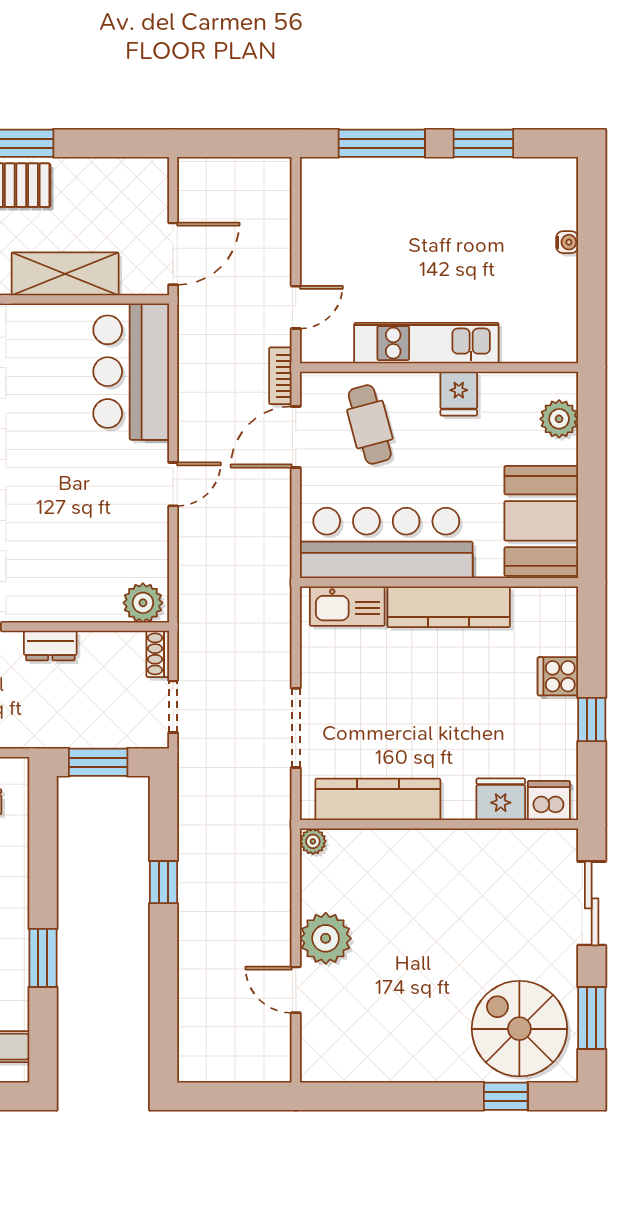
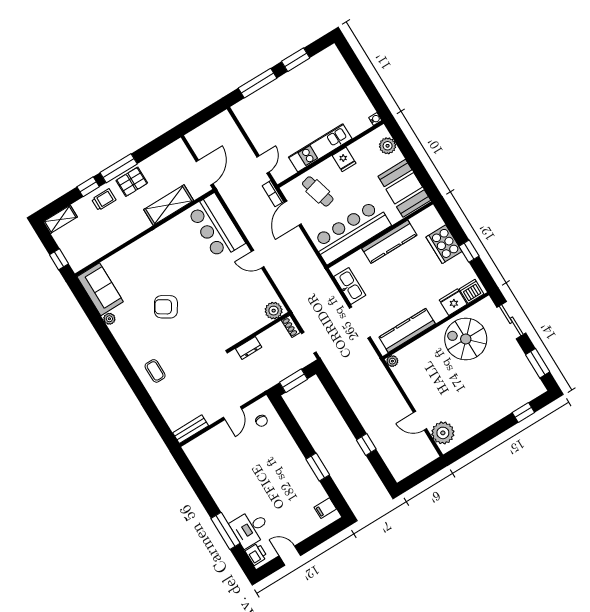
water cooler: (567, 242) -> (375, 119), moved
door: (173, 484) -> (258, 259), swing flipped
kitchen sink: (347, 606) -> (350, 286), moved, turned -90
cooker: (558, 676) -> (444, 244), width x1.87, depth x1.31
window: (164, 882) -> (366, 445), moved
plant: (326, 938) -> (443, 433), moved
spiral stairs: (519, 1029) -> (466, 339), moved

